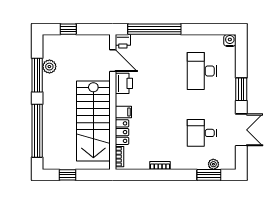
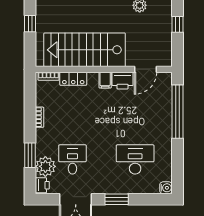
printer: (123, 41) -> (42, 185), moved, turned 180
filing cabinet: (123, 112) -> (105, 80), moved
plant: (213, 164) -> (45, 166), width x1.87, depth x1.87
window: (209, 175) -> (30, 155), moved

